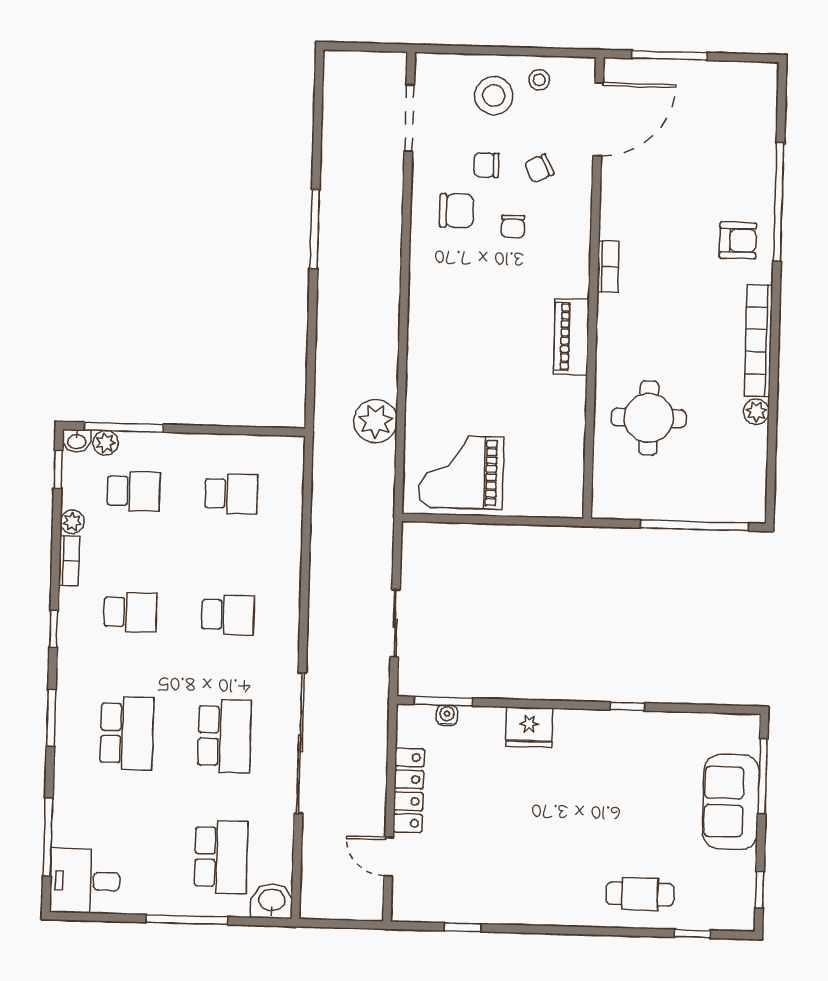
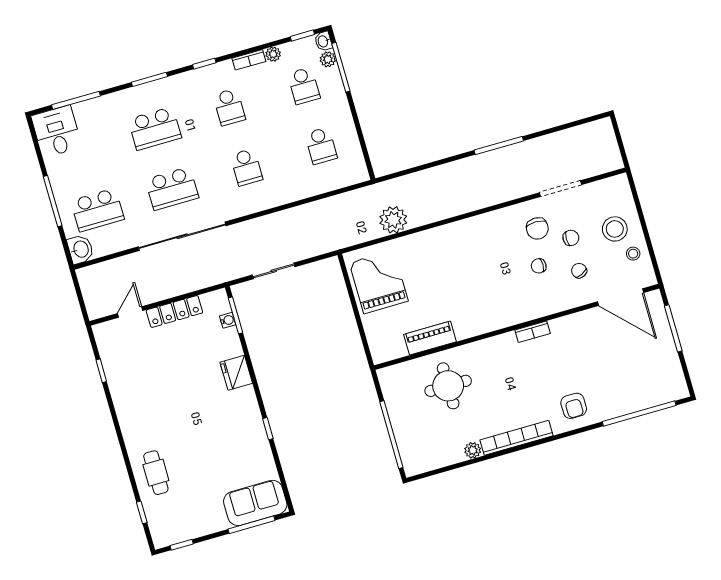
doorway: (409, 118) -> (561, 189), moved
chair: (486, 165) -> (571, 238), turned 90
window: (779, 202) -> (639, 414), moved
piano: (571, 337) -> (430, 338), moved
sofa: (731, 802) -> (255, 503), moved

